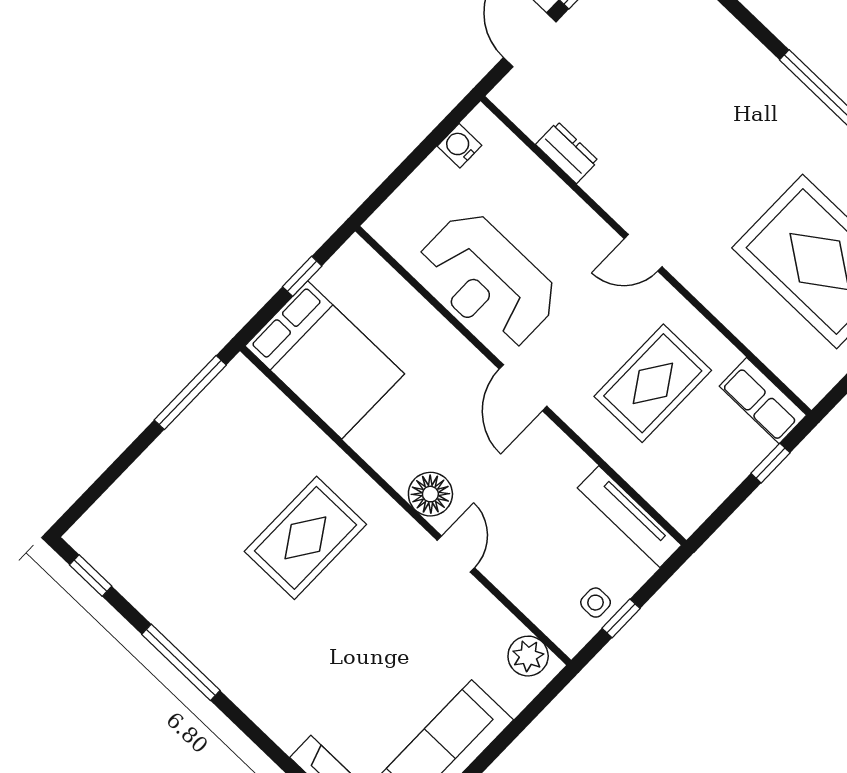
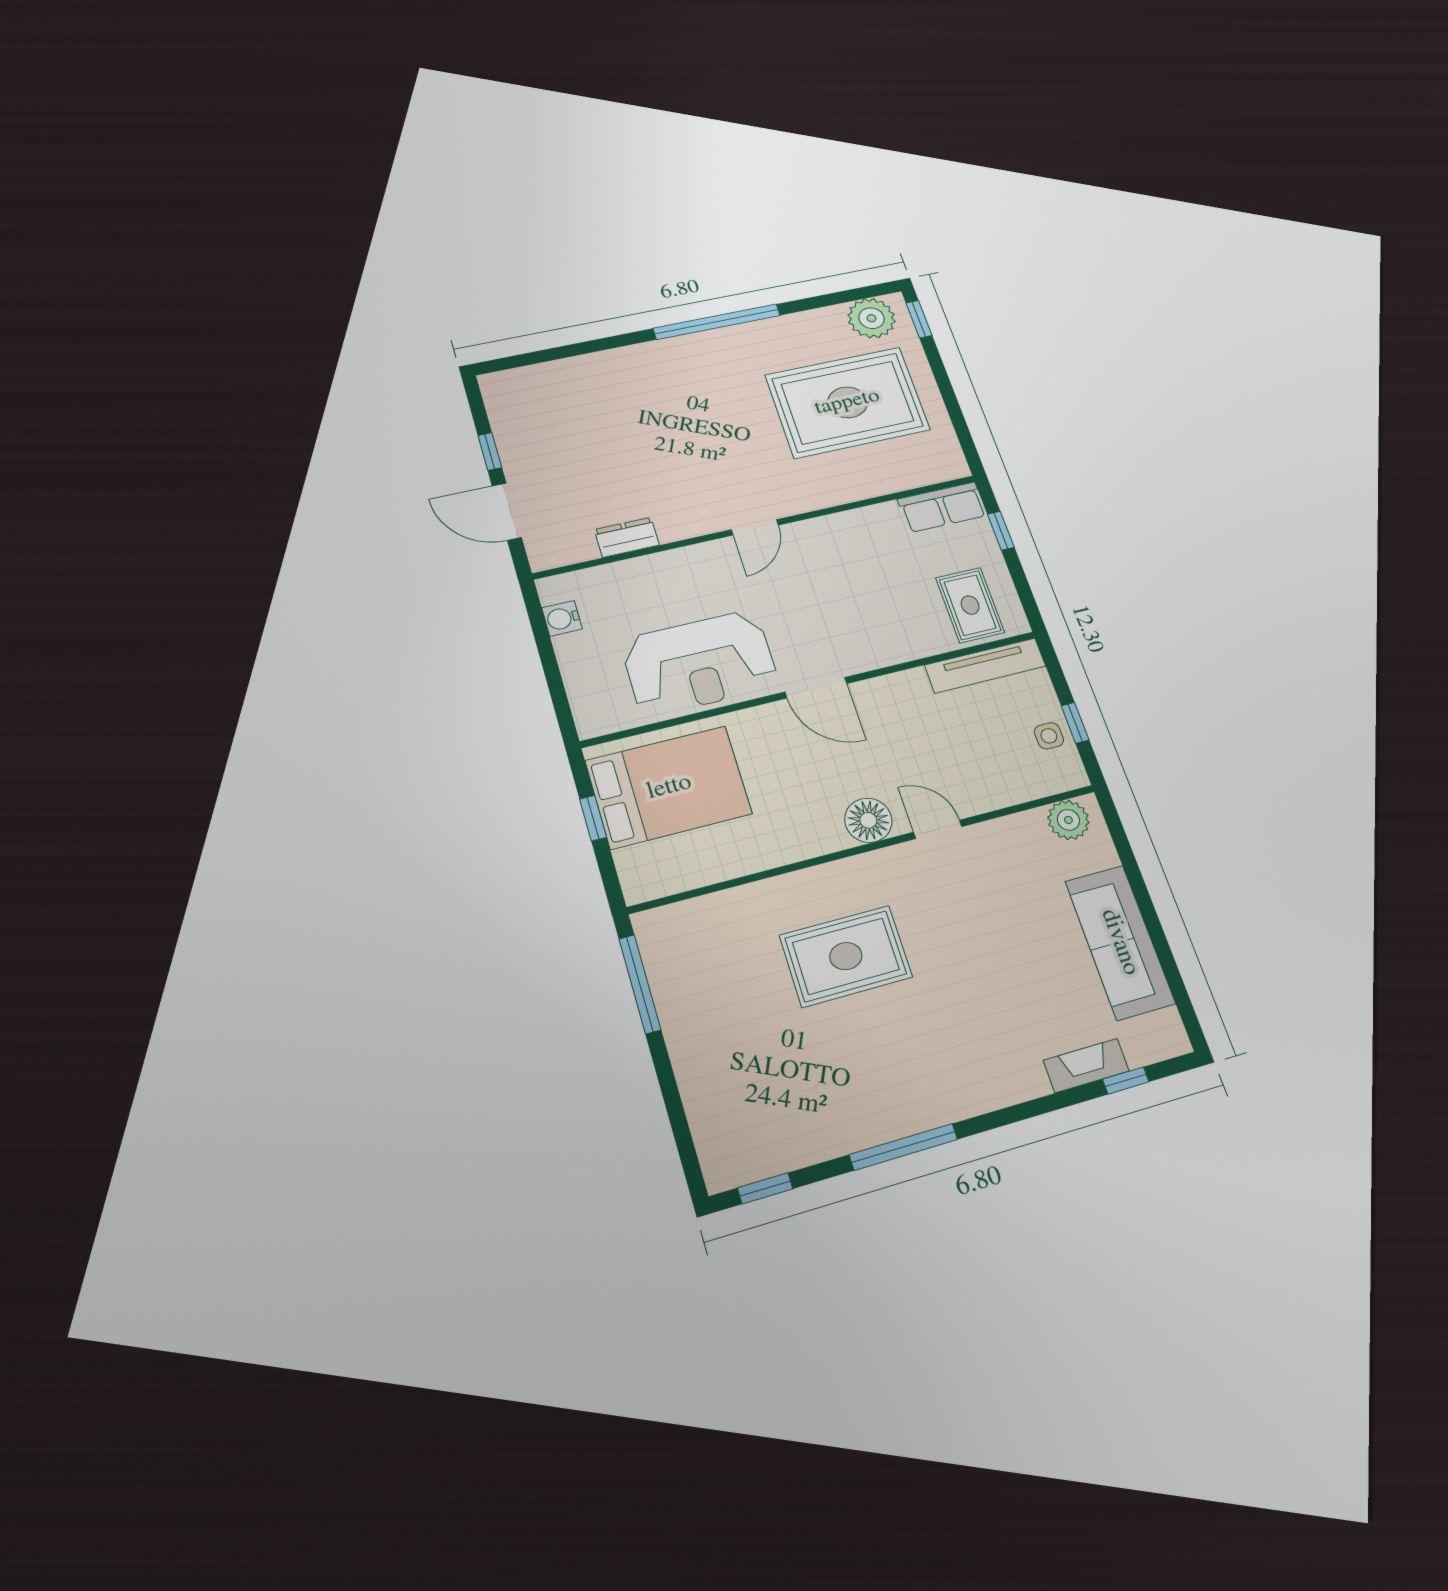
bed: (325, 360) -> (669, 787), moved
rug: (653, 383) -> (970, 605), moved, width x0.73, depth x0.70
rug: (305, 538) -> (846, 956), turned 90

